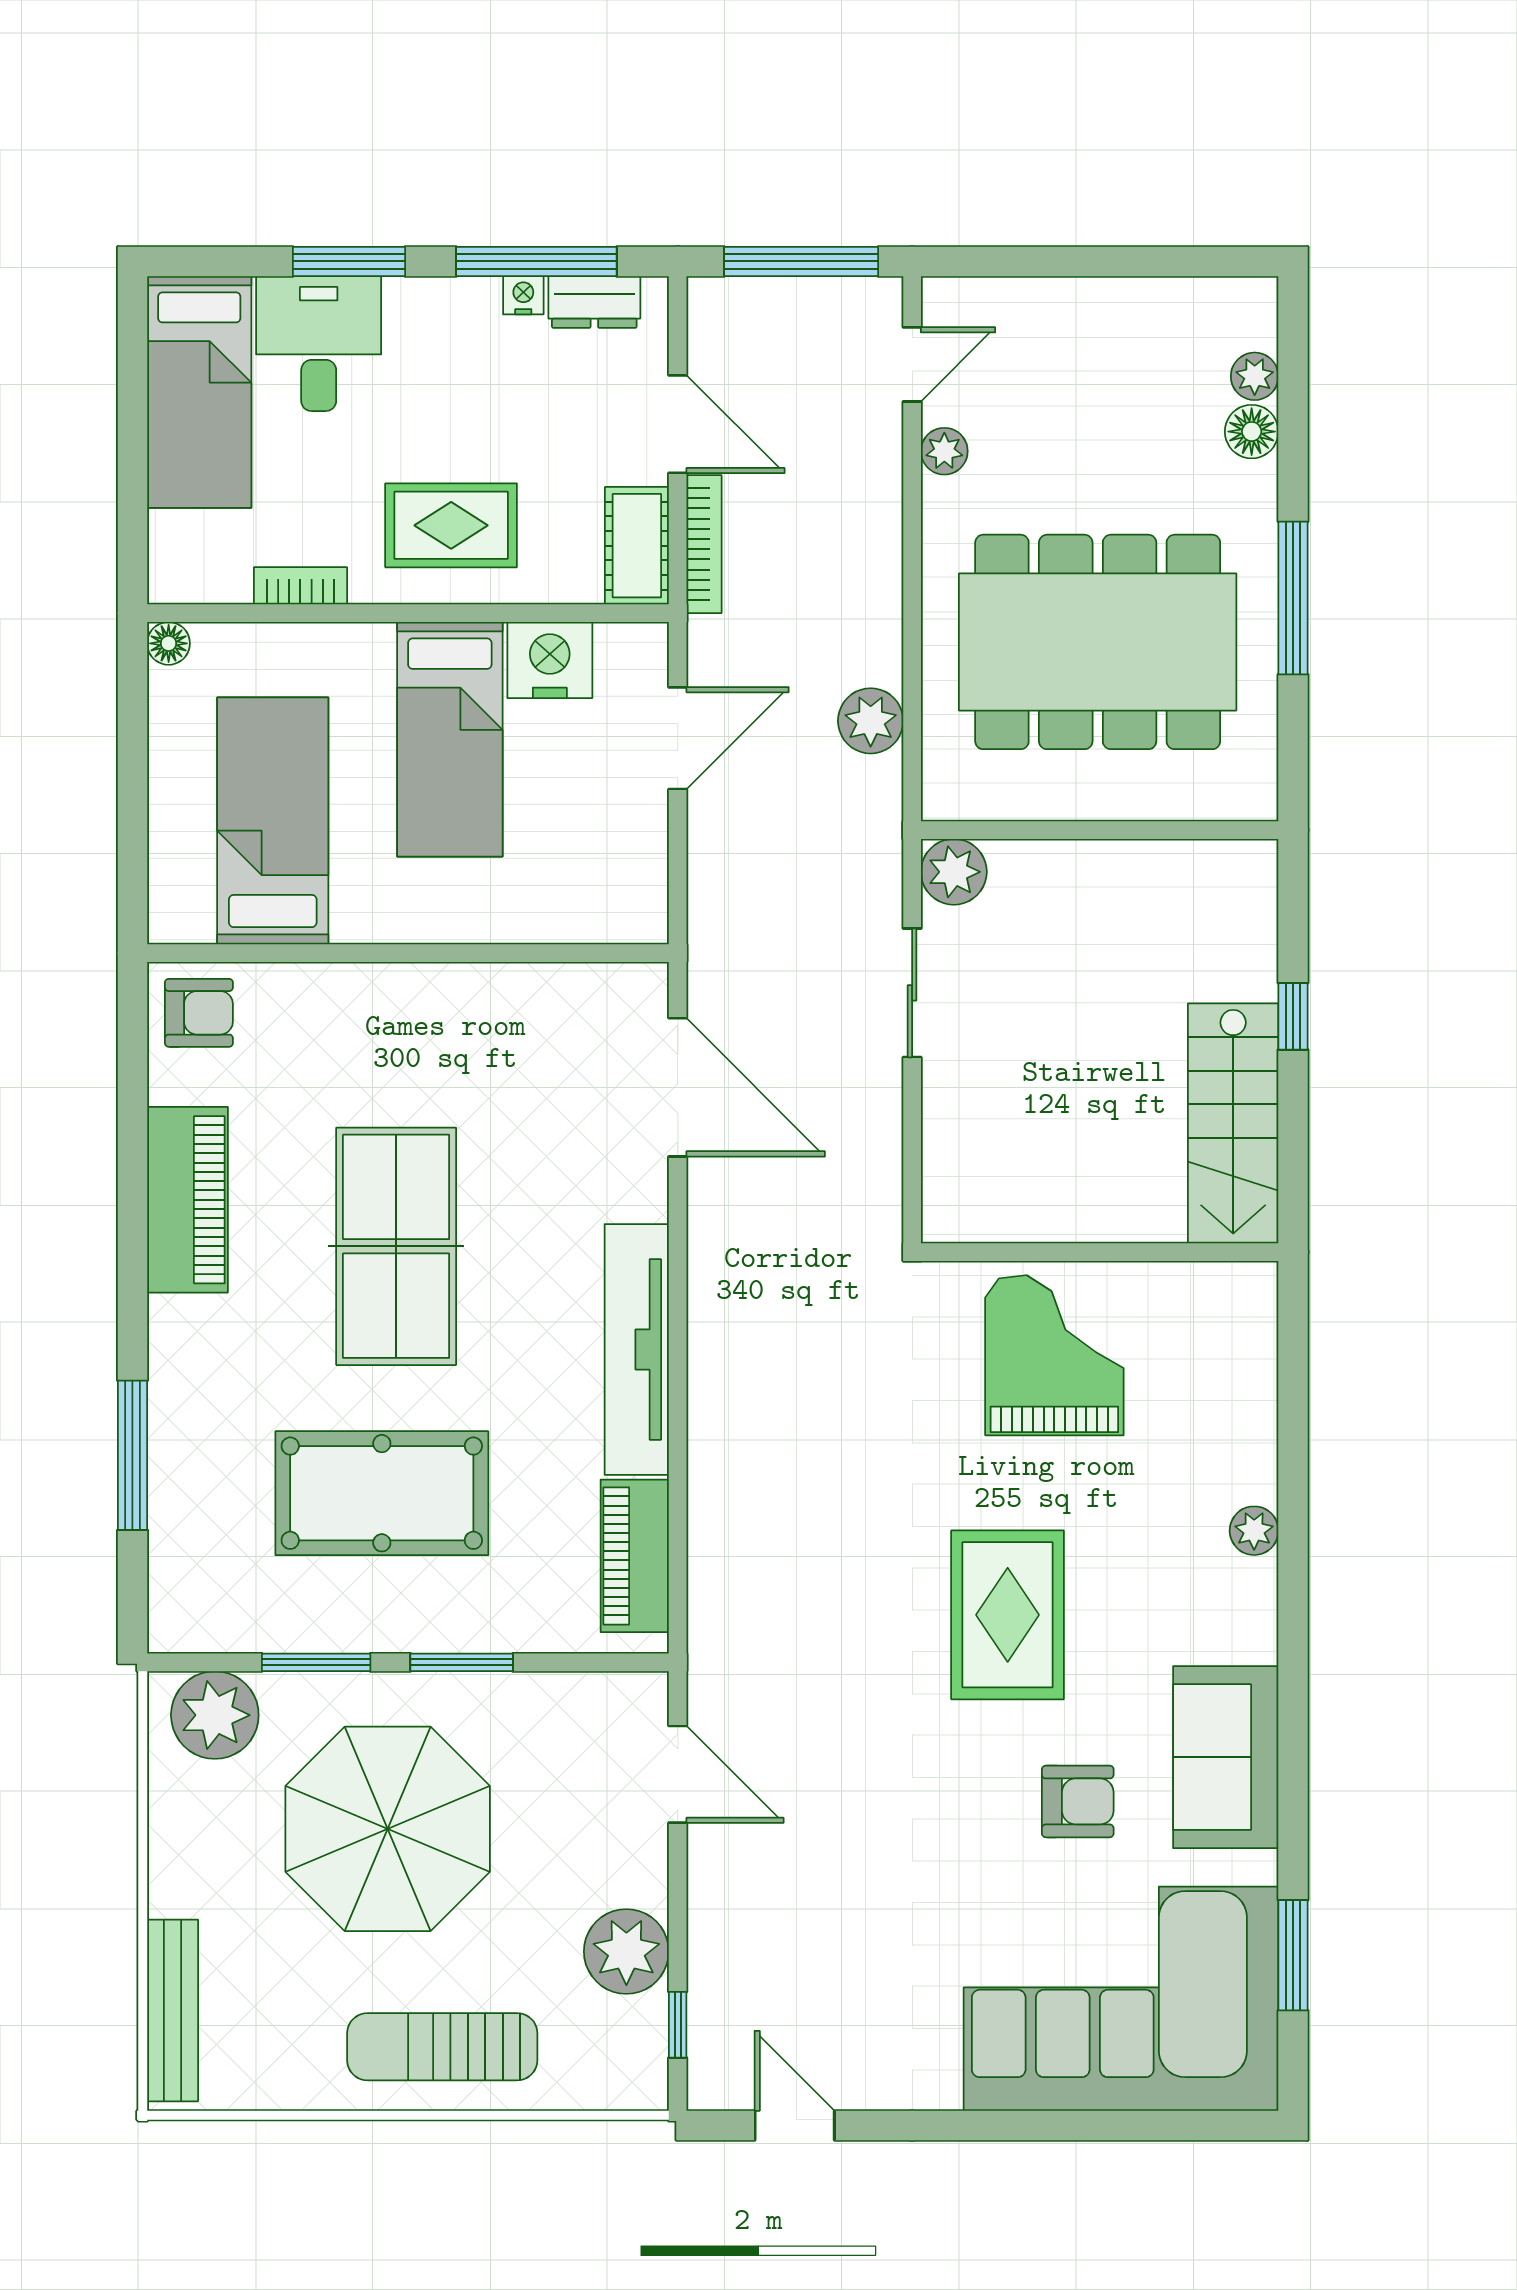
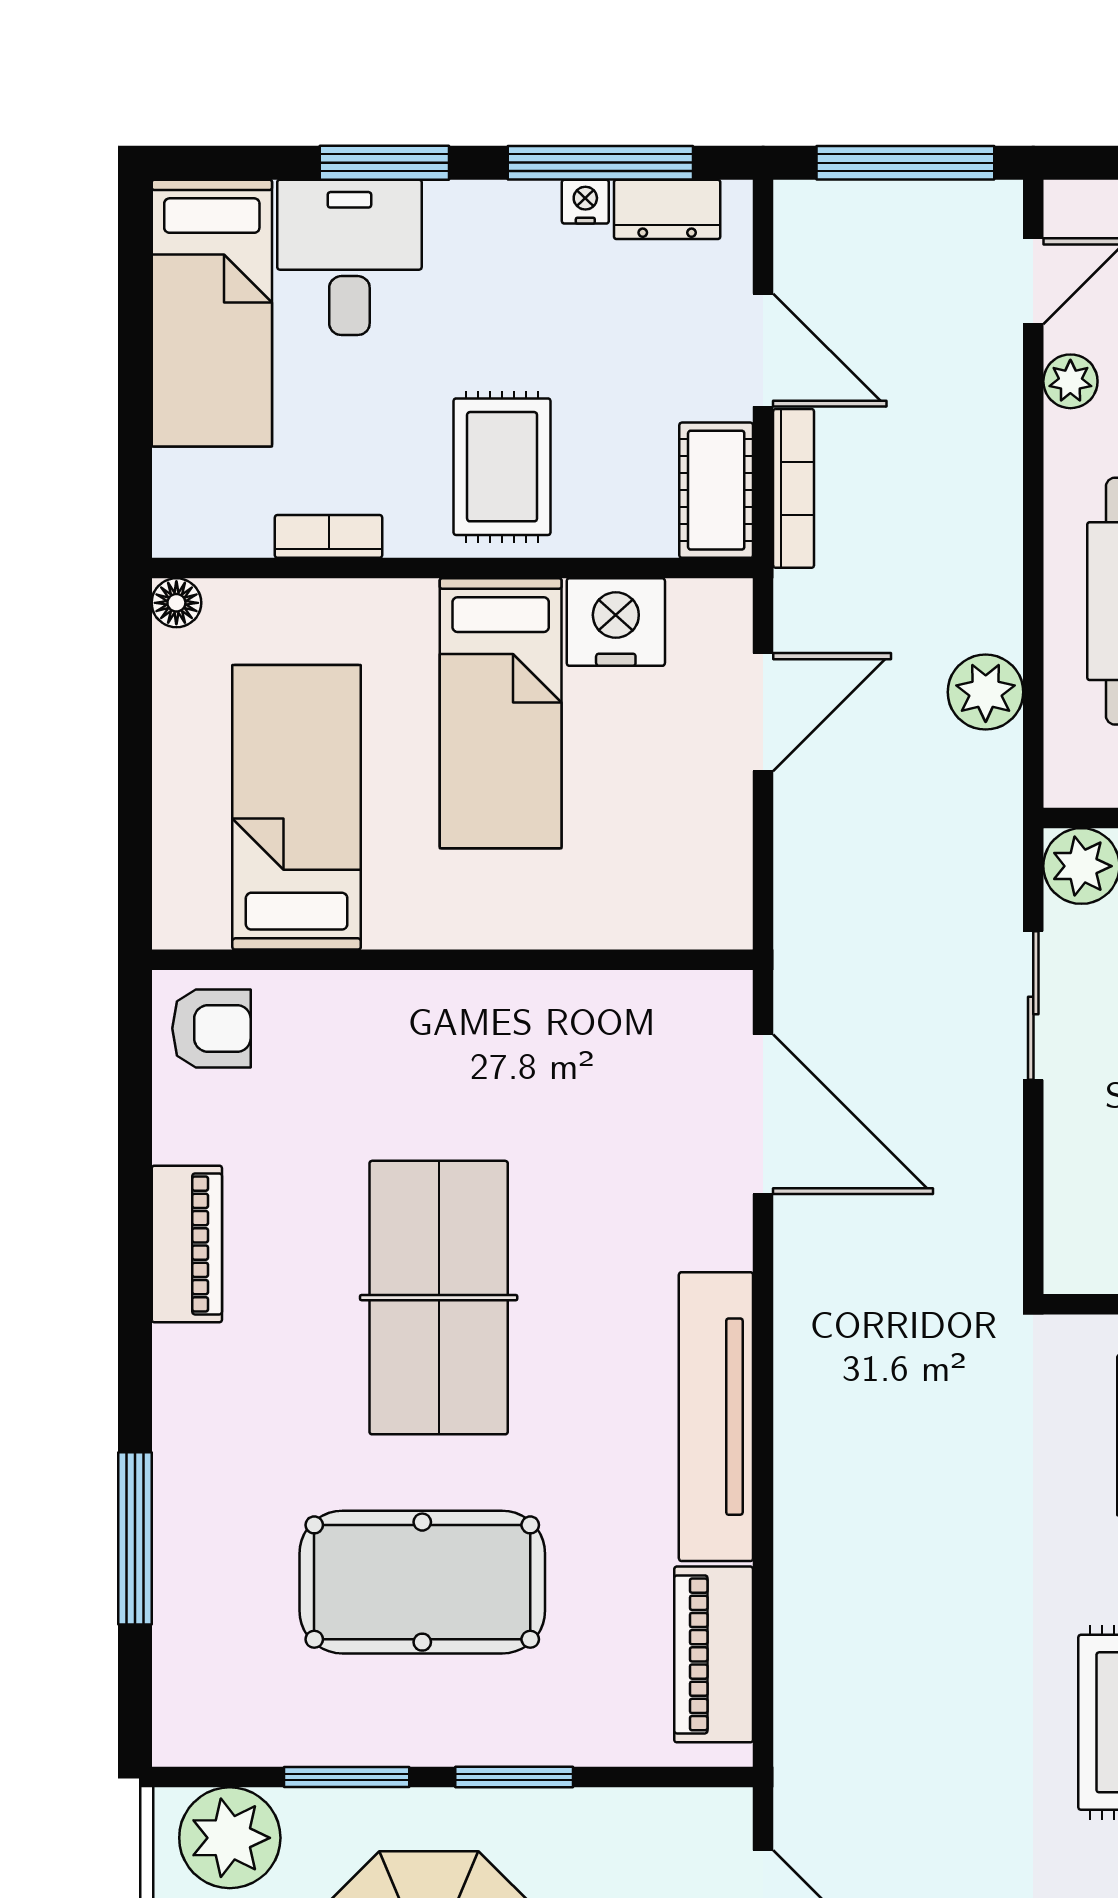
rug: (451, 525) -> (502, 467), turned 90
piano: (187, 1200) -> (187, 1244), width x0.73, depth x0.75

